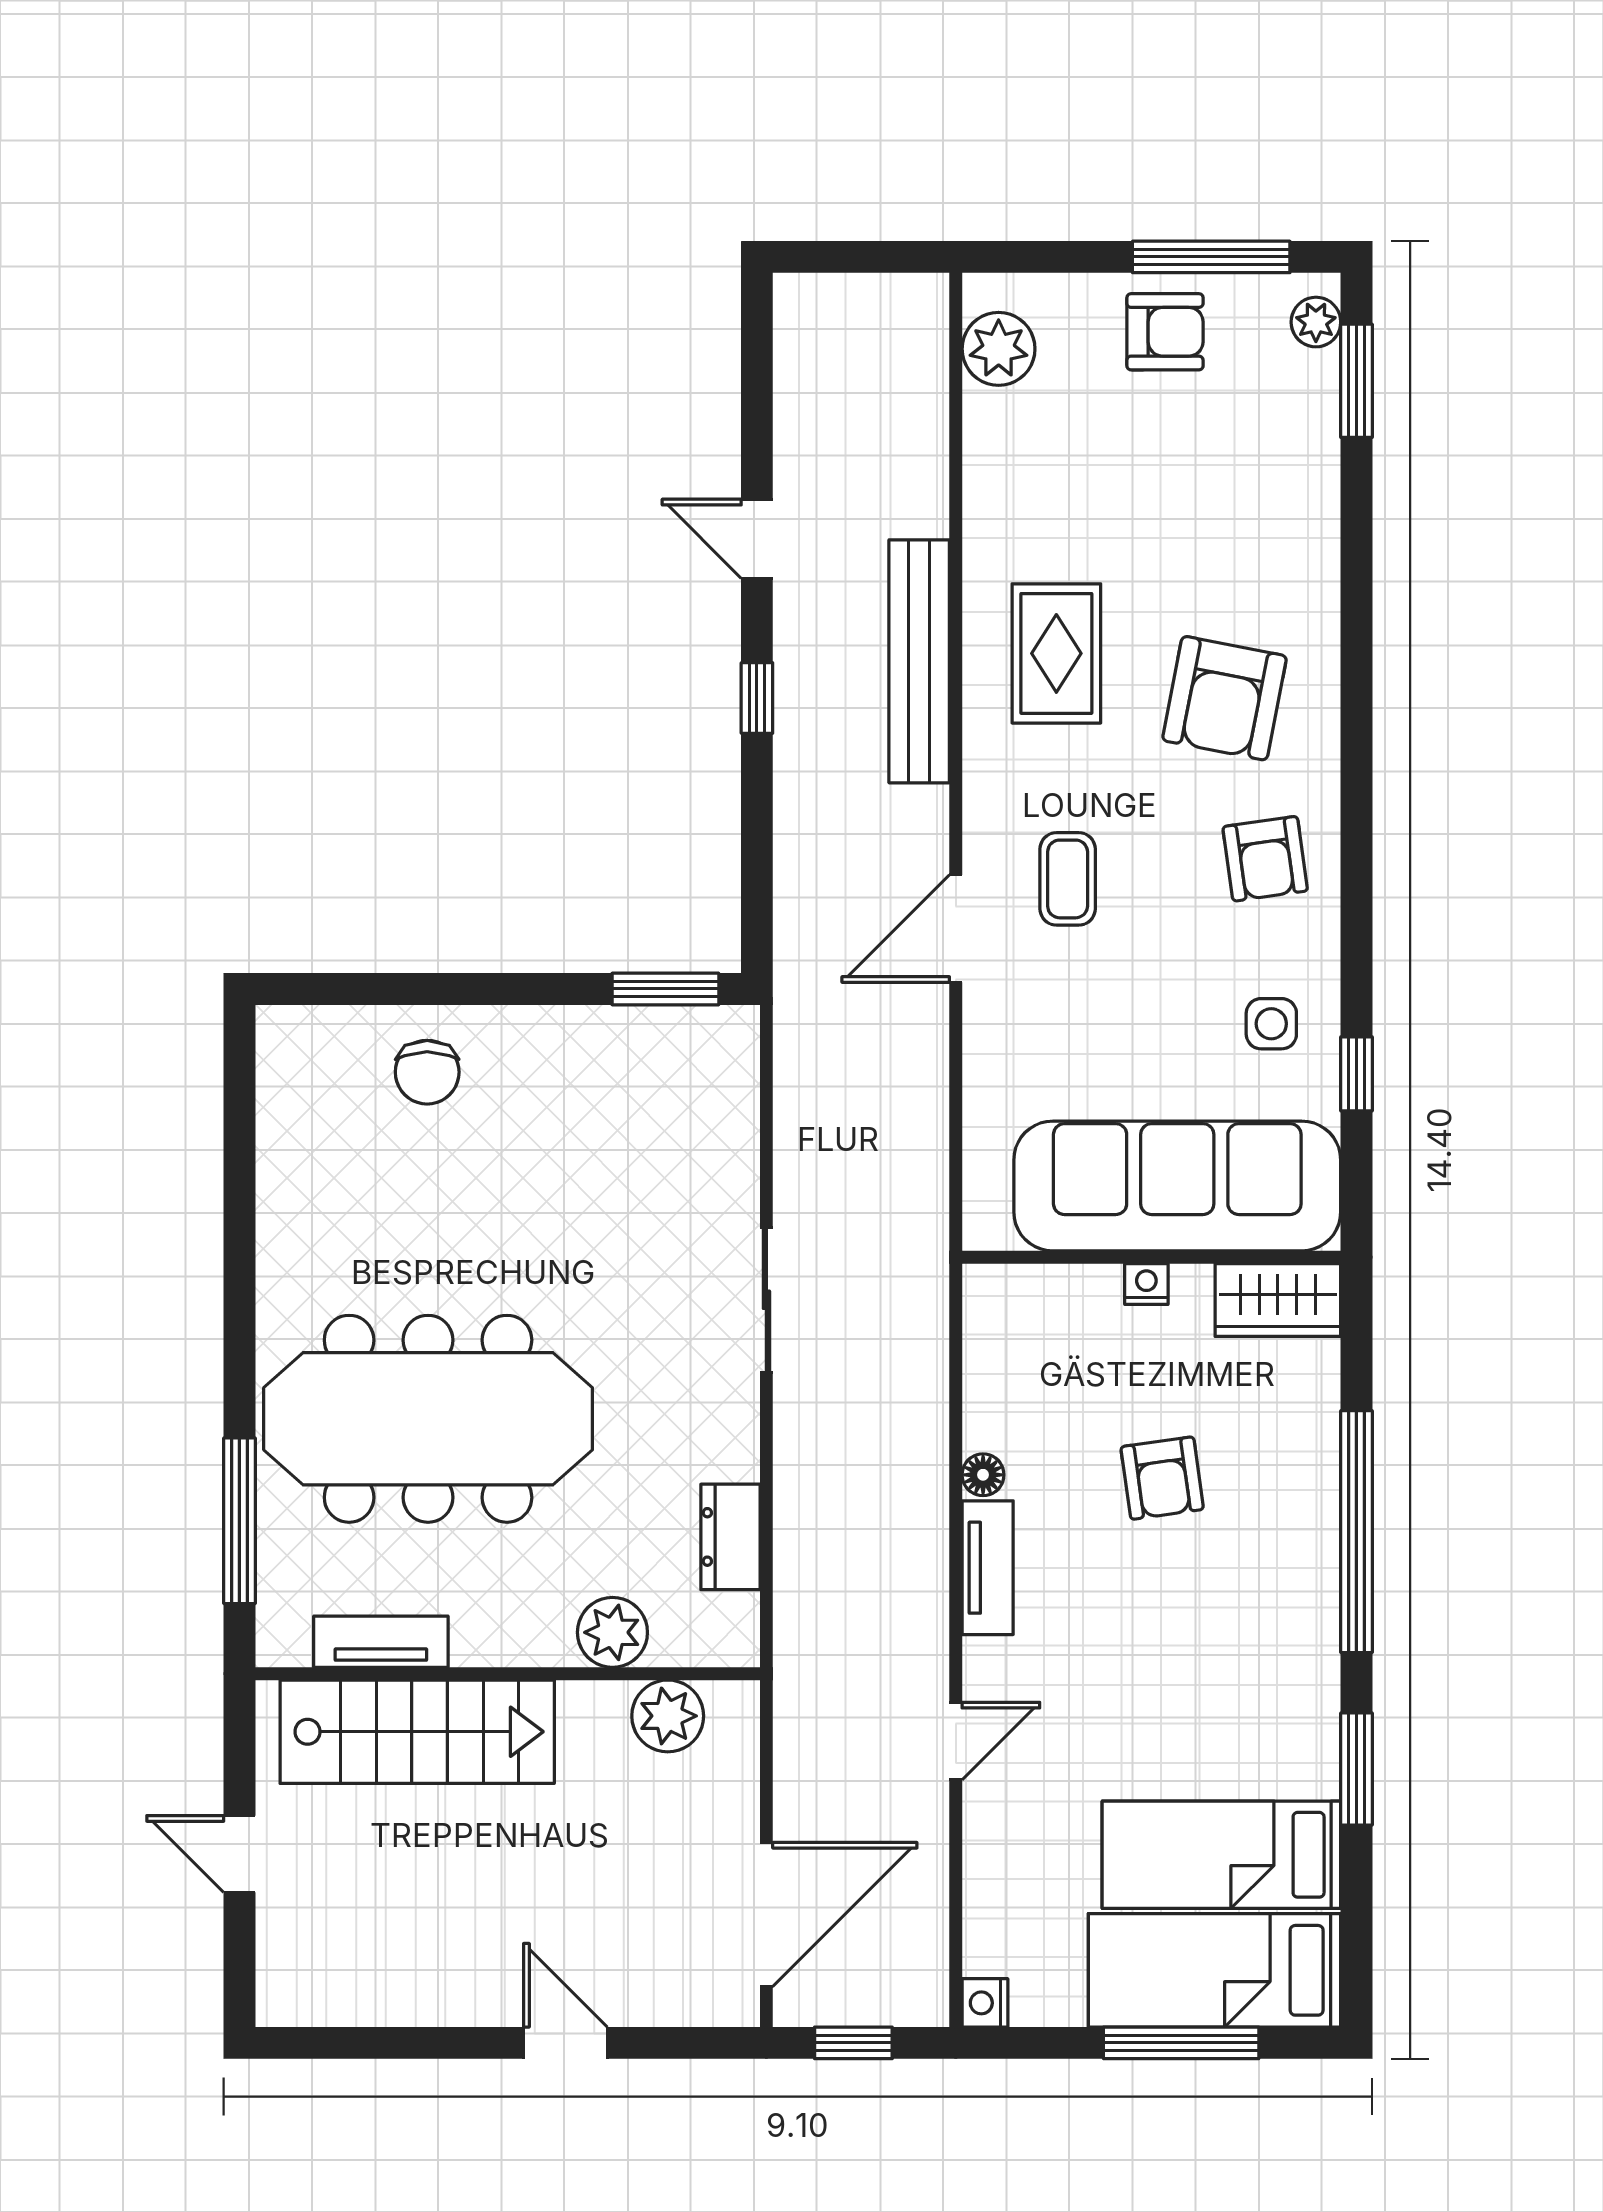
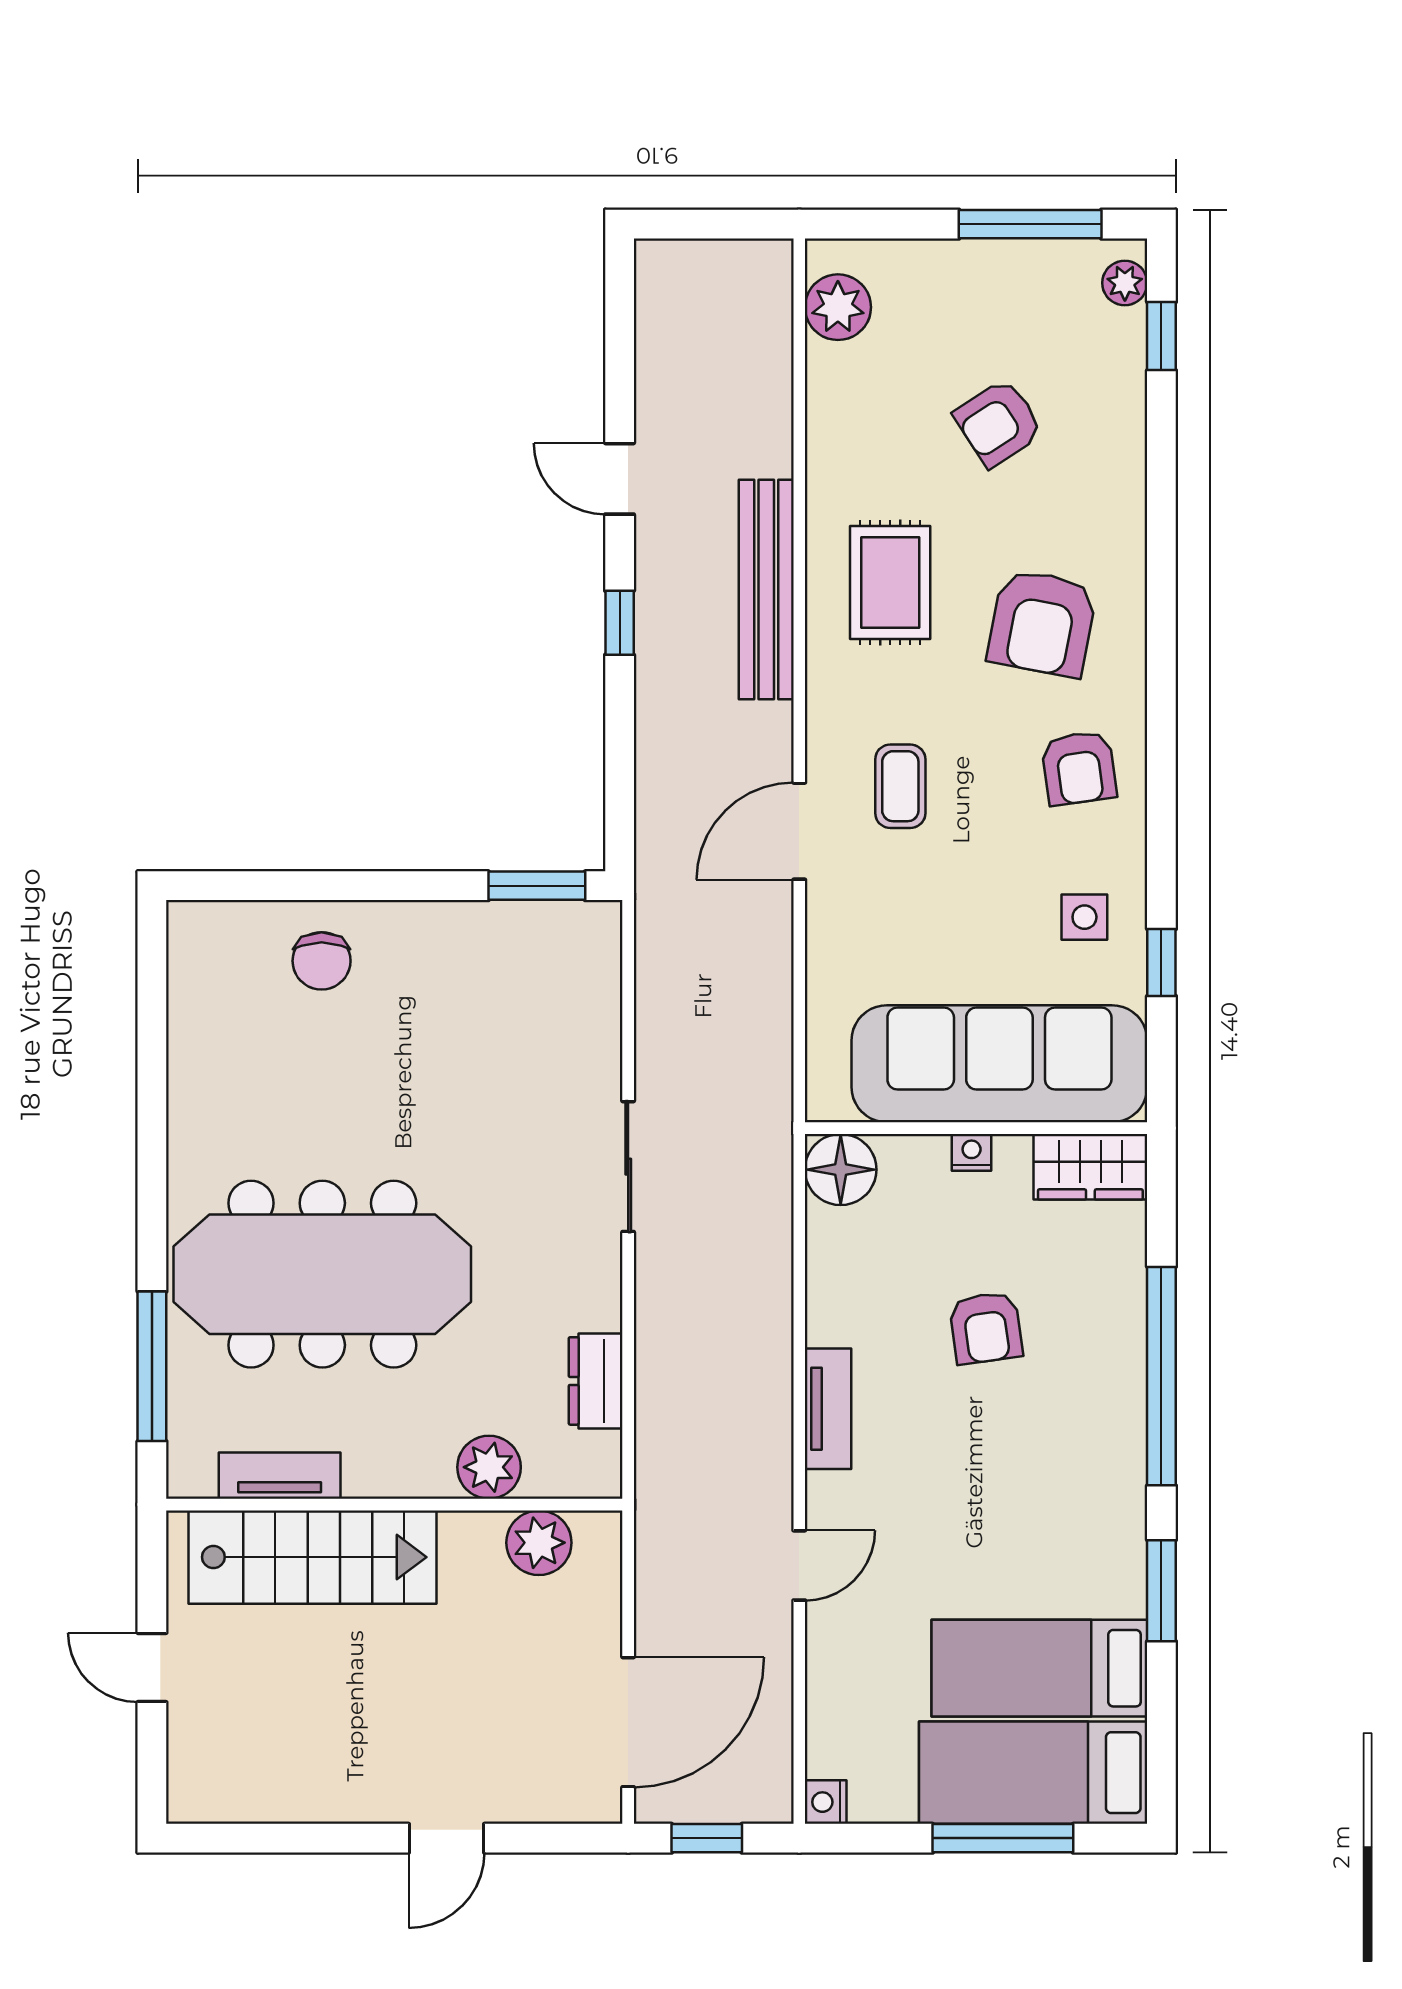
armchair: (1165, 332) -> (998, 423), moved, turned 147
window: (1356, 381) -> (1161, 336), width x0.67
floor lamp: (983, 1475) -> (841, 1170), moved, width x1.89, depth x1.89
door: (565, 2043) -> (447, 1838), swing flipped

